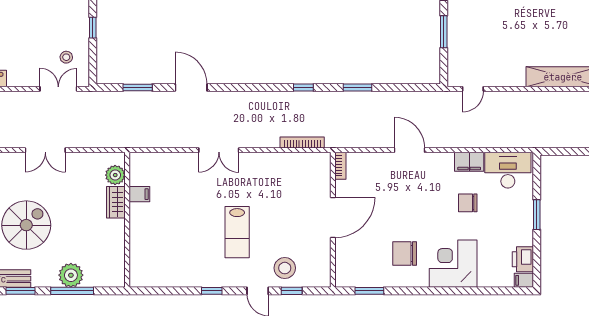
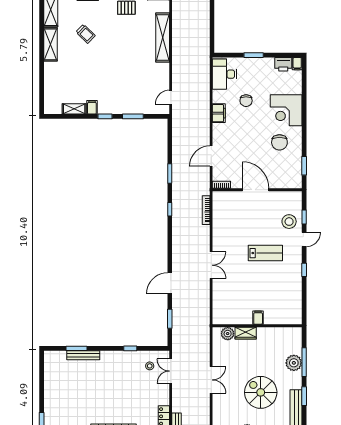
door: (473, 89) -> (171, 97), swing flipped
door: (409, 150) -> (211, 156), moved
filing cabinet: (469, 162) -> (219, 113), moved
filing cabinet: (139, 194) -> (258, 318), moved

